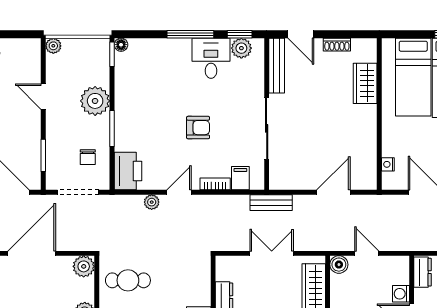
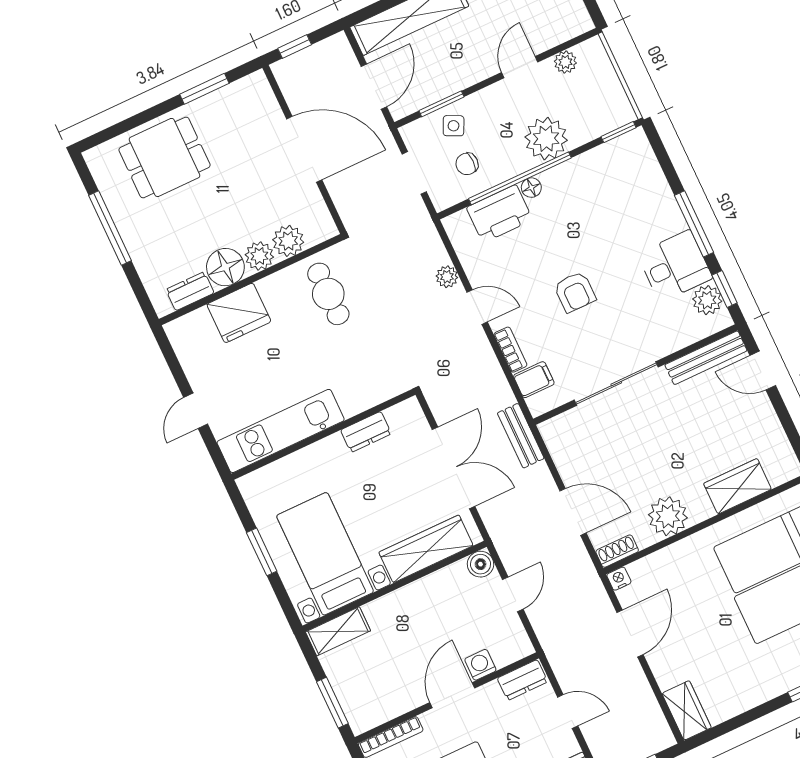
door: (301, 34) -> (763, 371), hinge flipped
floor lamp: (121, 45) -> (531, 188), moved
shoe rack: (337, 45) -> (617, 551), moved, turned 90
plant: (53, 46) -> (565, 62), moved
window: (112, 129) -> (520, 178), width x2.11
plant: (363, 135) -> (668, 516), added
side table: (60, 154) -> (454, 126), added
nightstand: (388, 164) -> (619, 579), moved
printer: (128, 171) -> (499, 214), moved
doorway: (78, 192) -> (414, 173), width x0.73
double door: (272, 253) -> (454, 468), width x1.37
plant: (84, 266) -> (288, 241), moved

